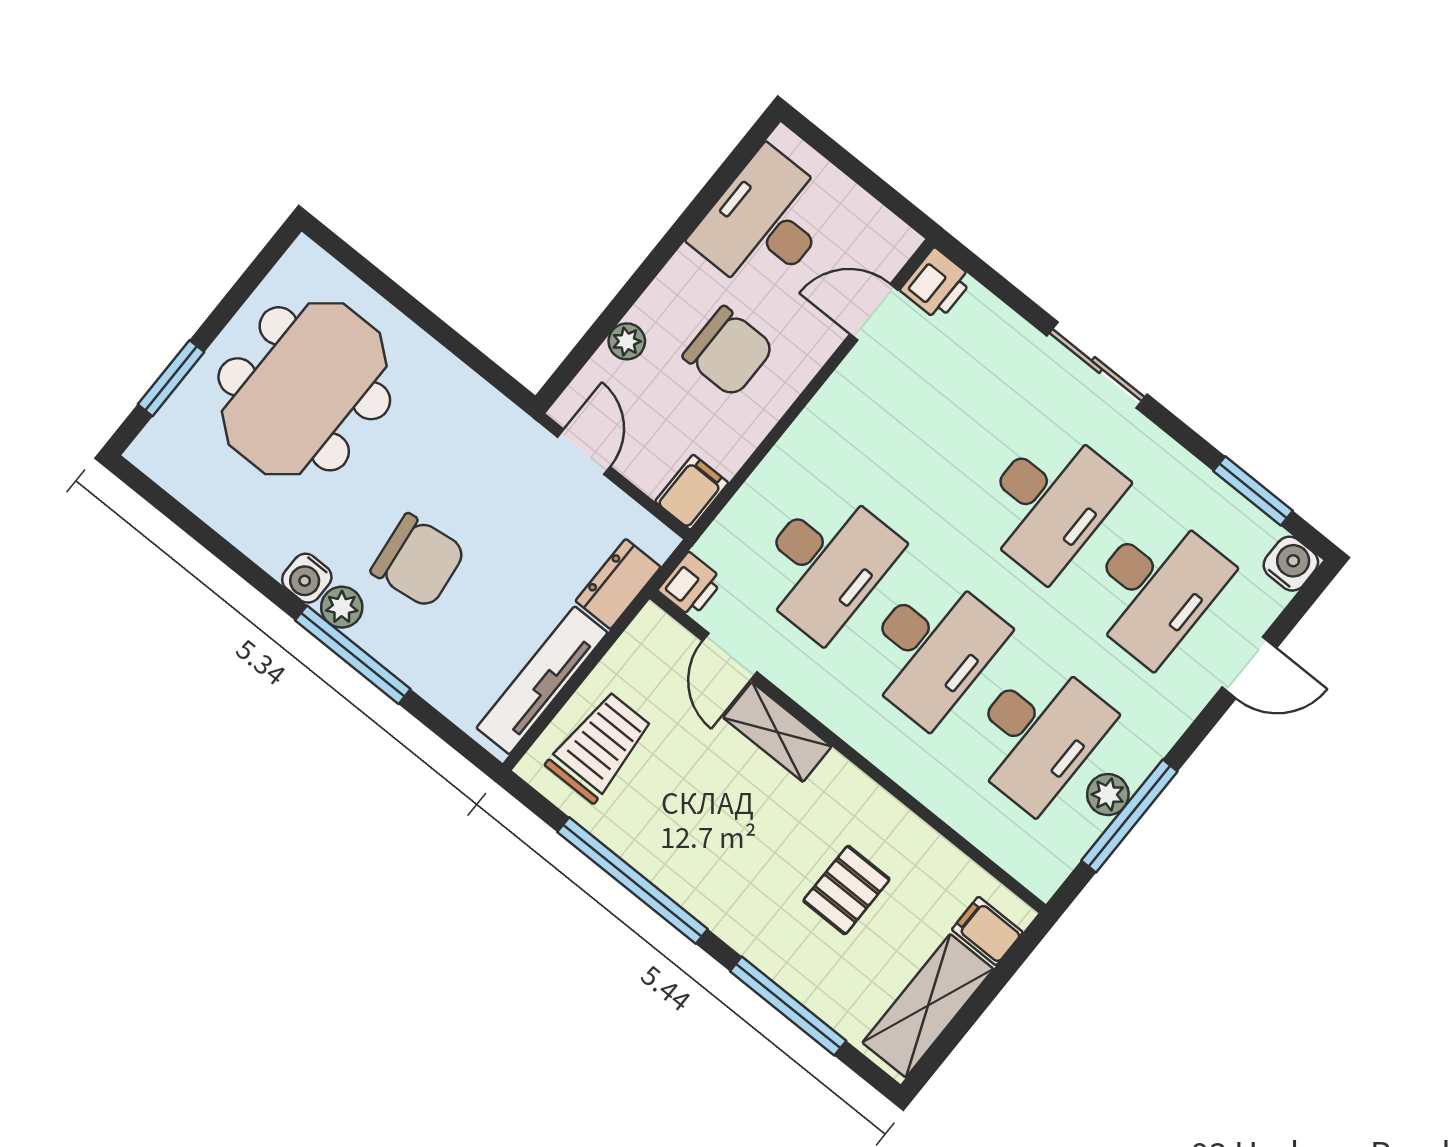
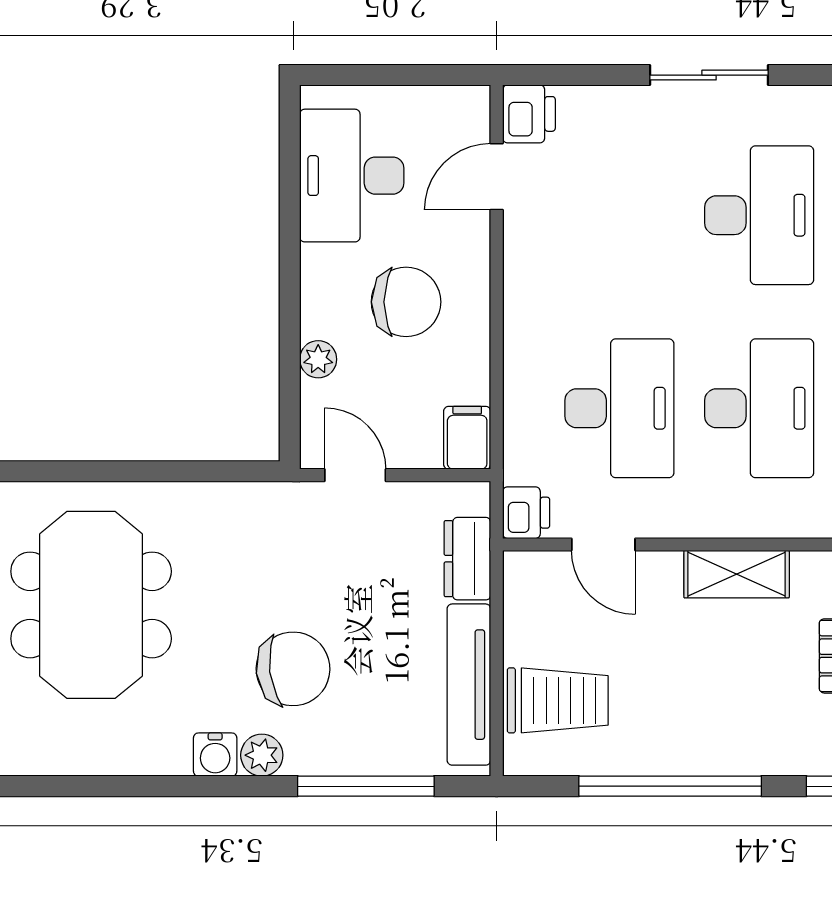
window: (353, 655) -> (366, 786), moved
shelving: (777, 732) -> (737, 574), moved
trolley: (600, 747) -> (558, 700), turned 90

